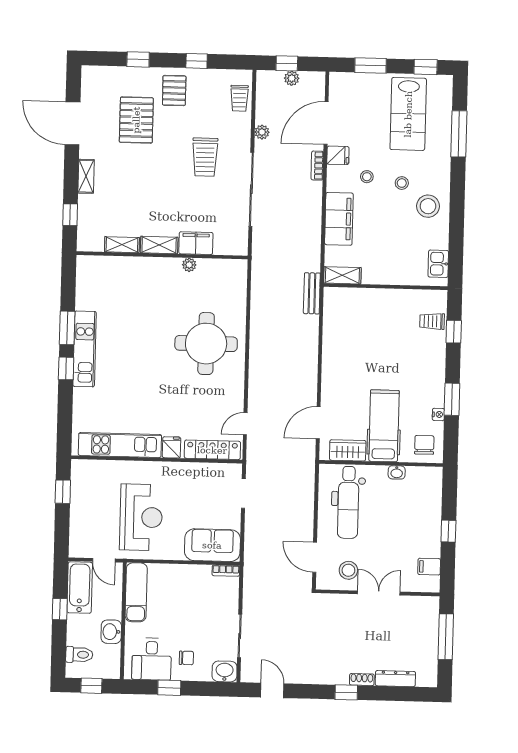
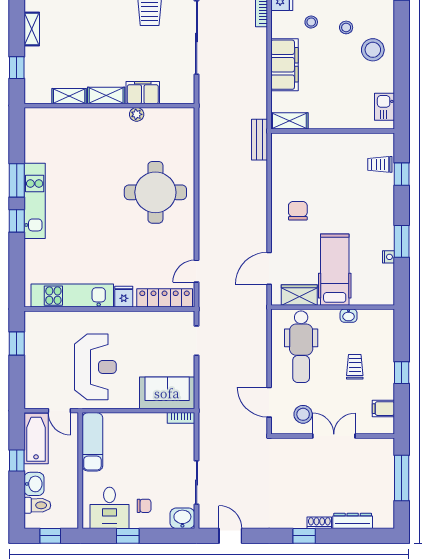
chair: (424, 445) -> (298, 211), moved
trolley: (402, 524) -> (355, 367), added
washbasin: (111, 632) -> (34, 484), moved, turned 180

